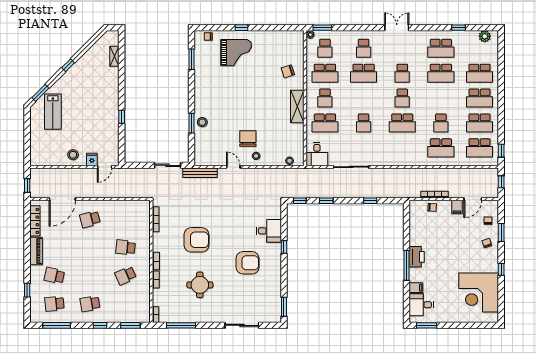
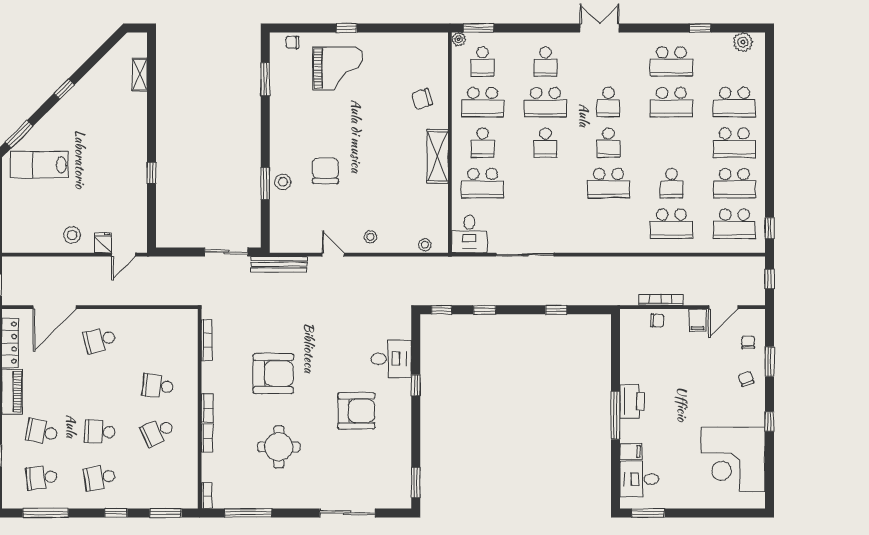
lab bench: (53, 112) -> (39, 165), turned 90
school desk: (364, 123) -> (545, 143), moved
chair: (248, 139) -> (325, 171), moved
school desk: (90, 276) -> (100, 432), added

